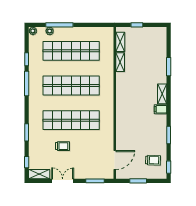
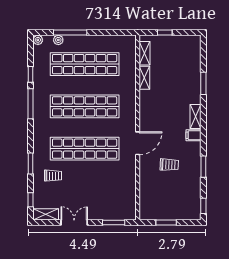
trolley: (62, 146) -> (53, 176), moved
door: (115, 160) -> (138, 143), moved
trolley: (153, 160) -> (169, 165), moved

